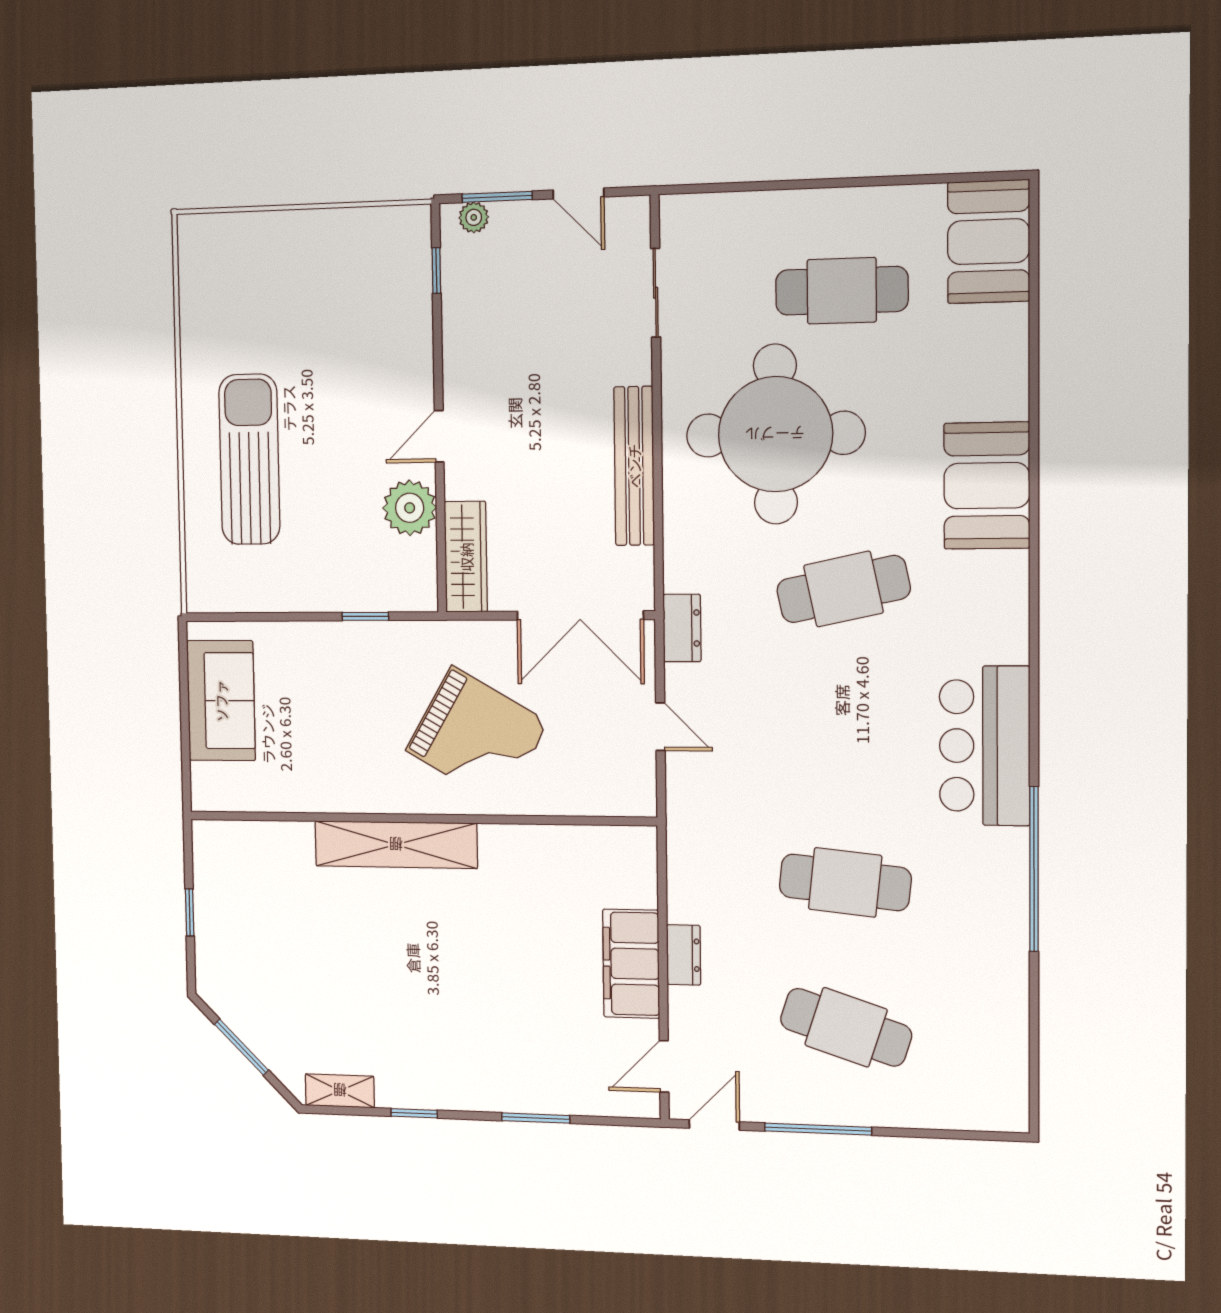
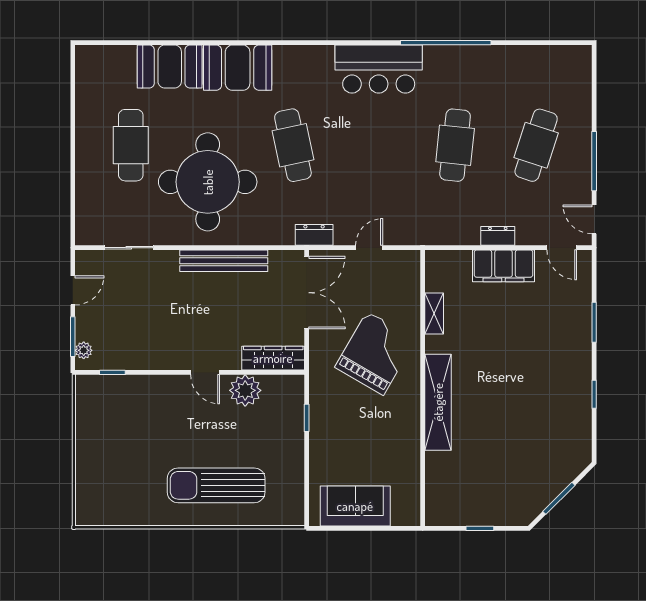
booth: (988, 242) -> (170, 67), moved
shelving: (340, 1091) -> (434, 313), moved

